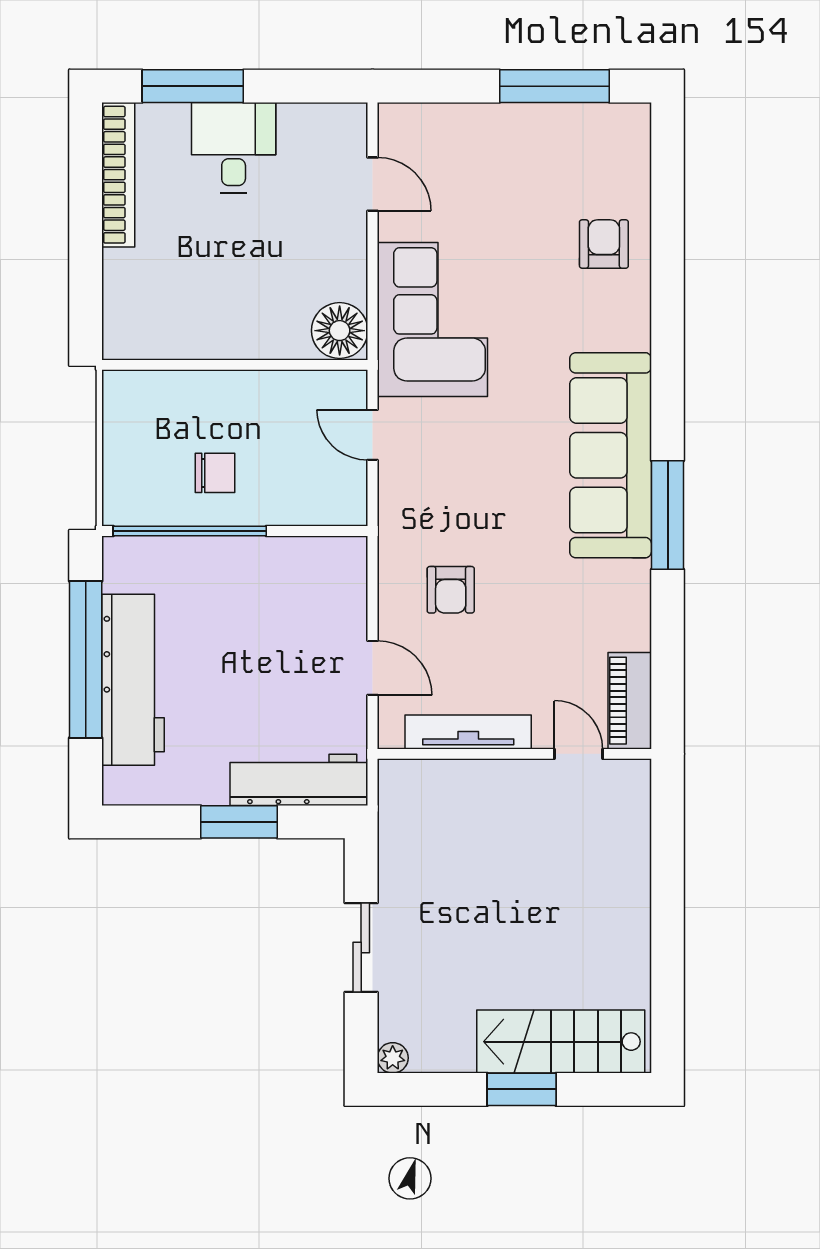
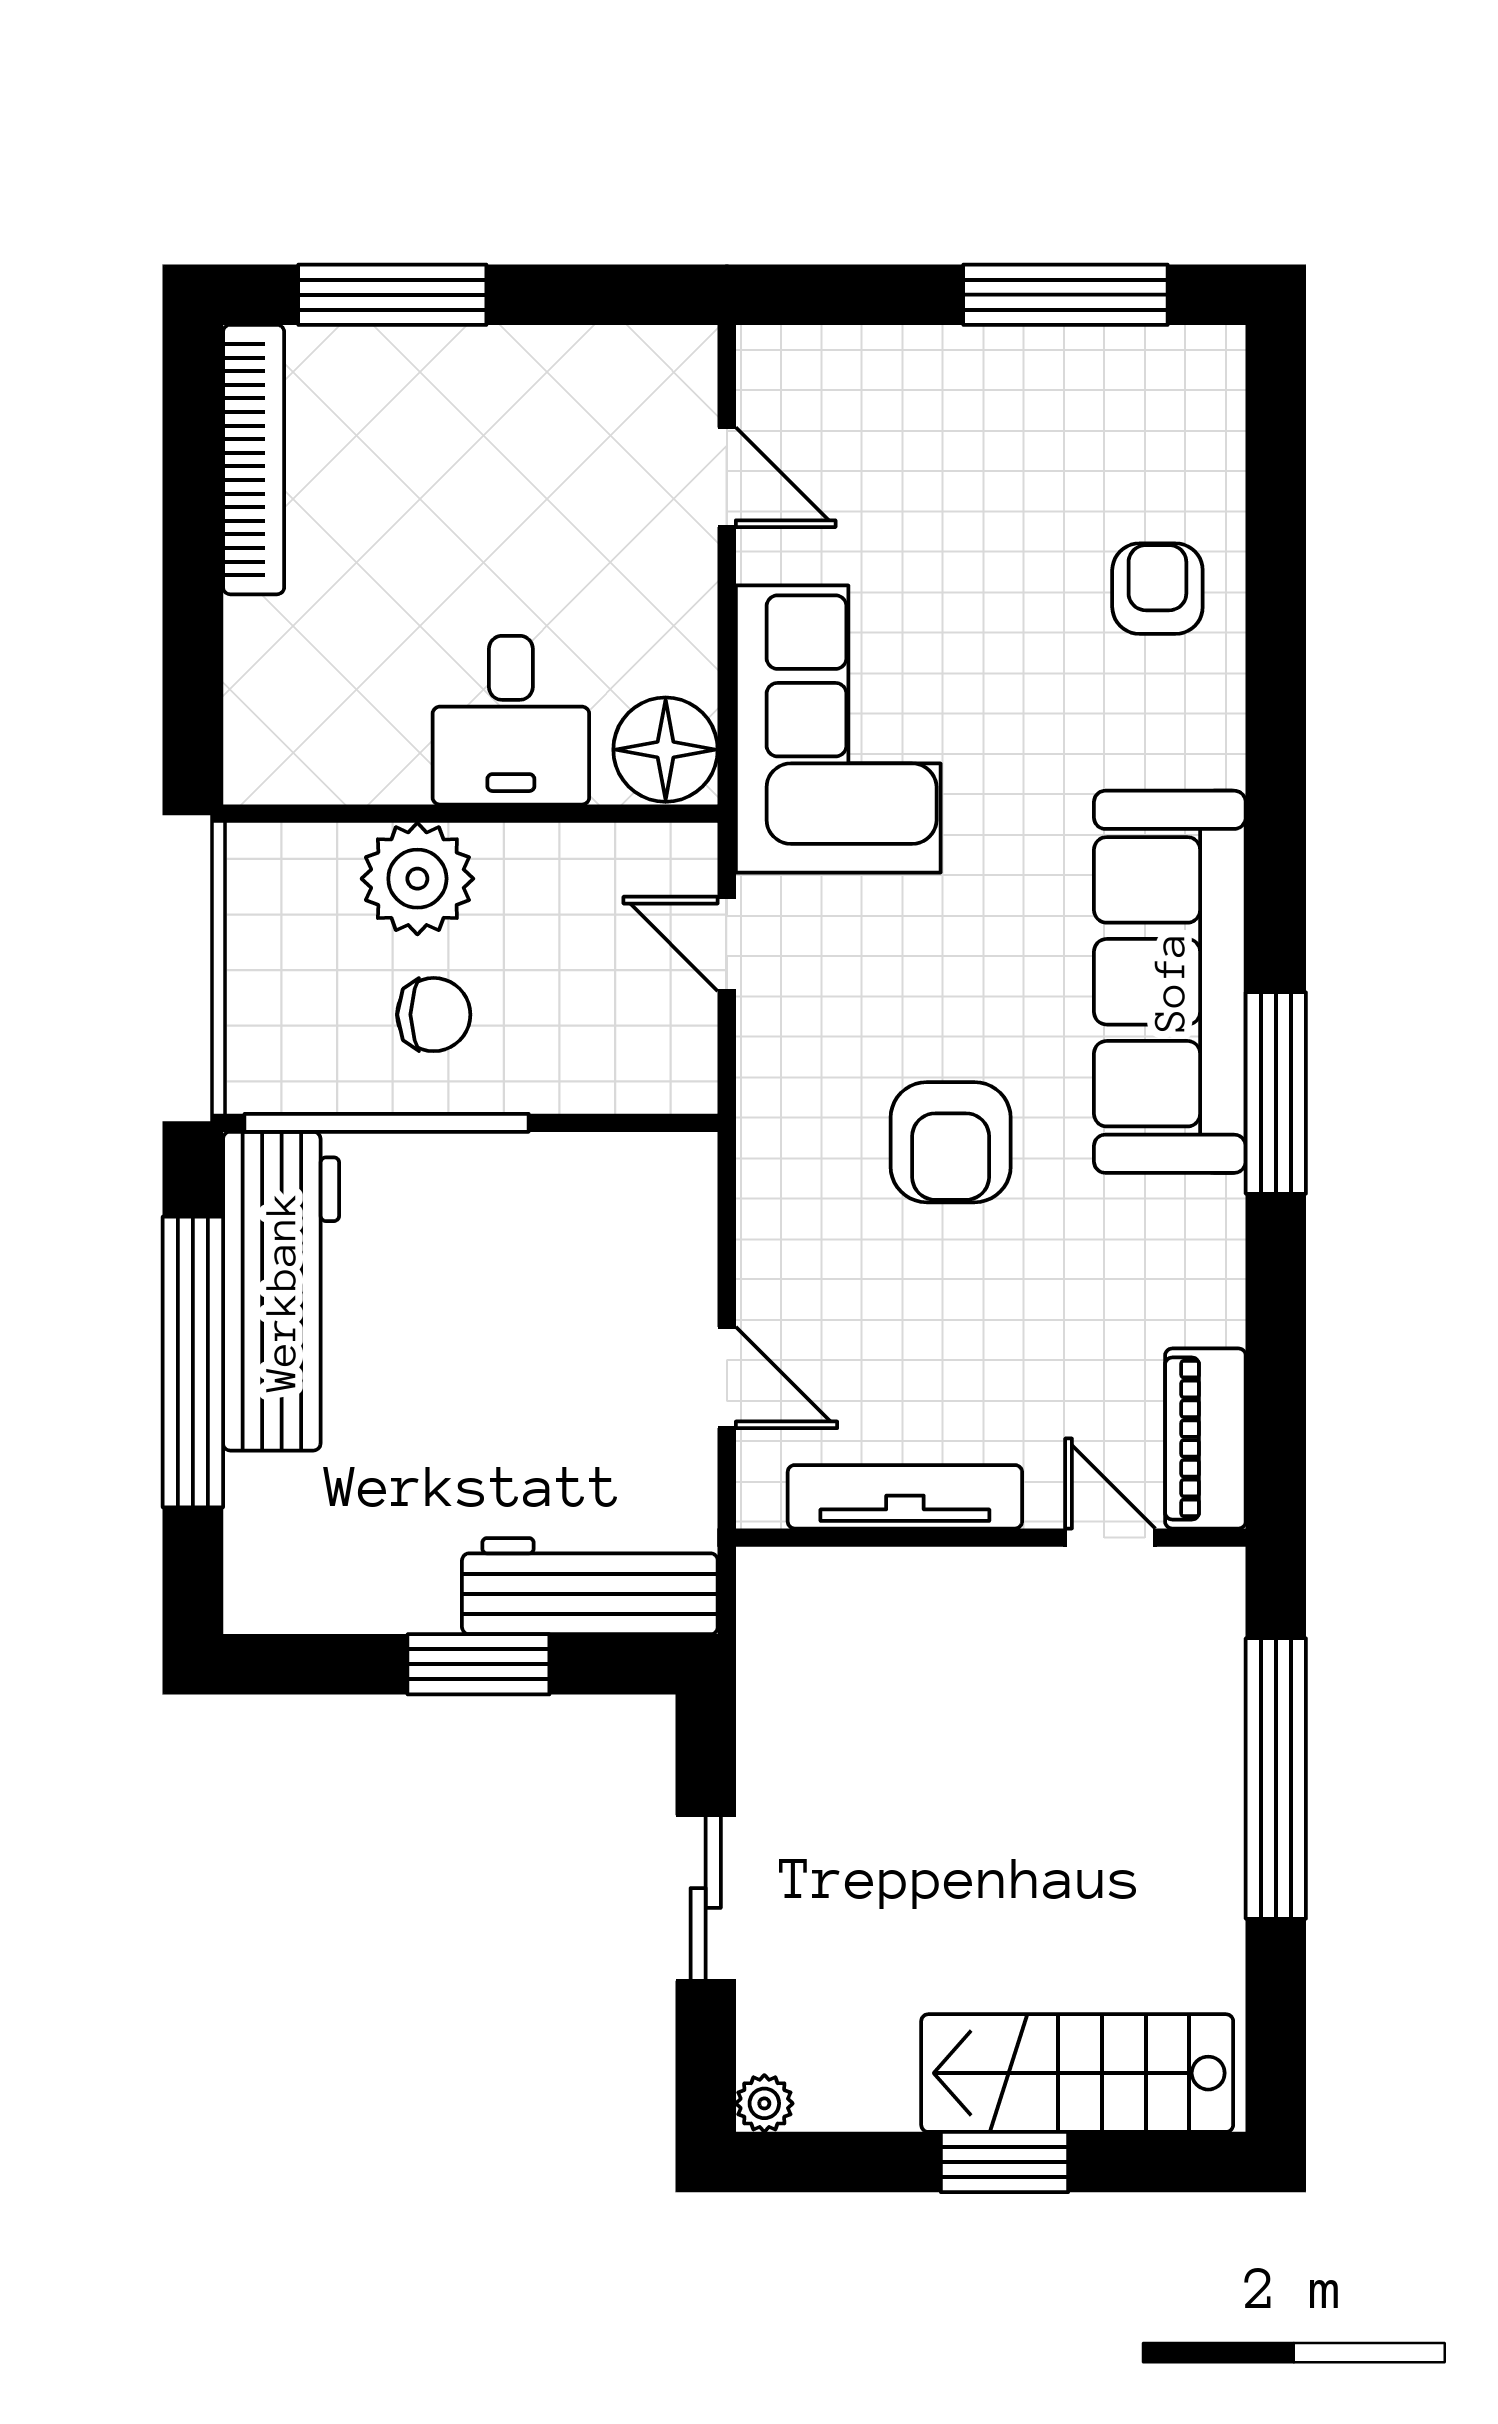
desk: (234, 148) -> (511, 720), moved, turned 180
plant: (206, 400) -> (417, 879), added
armchair: (451, 590) -> (951, 1142), moved, width x1.38, depth x1.38
workbench: (133, 680) -> (281, 1291), moved
window: (668, 883) -> (1276, 1779), added

